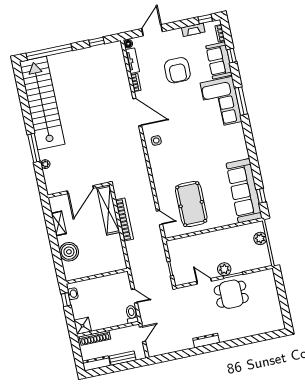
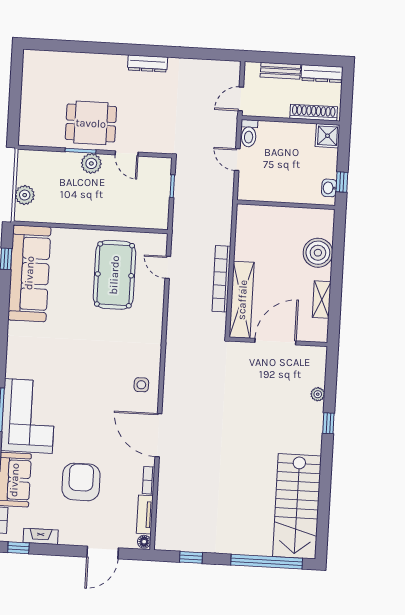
stairs: (42, 103) -> (297, 506), width x0.73
window: (34, 148) -> (328, 423), width x0.46

